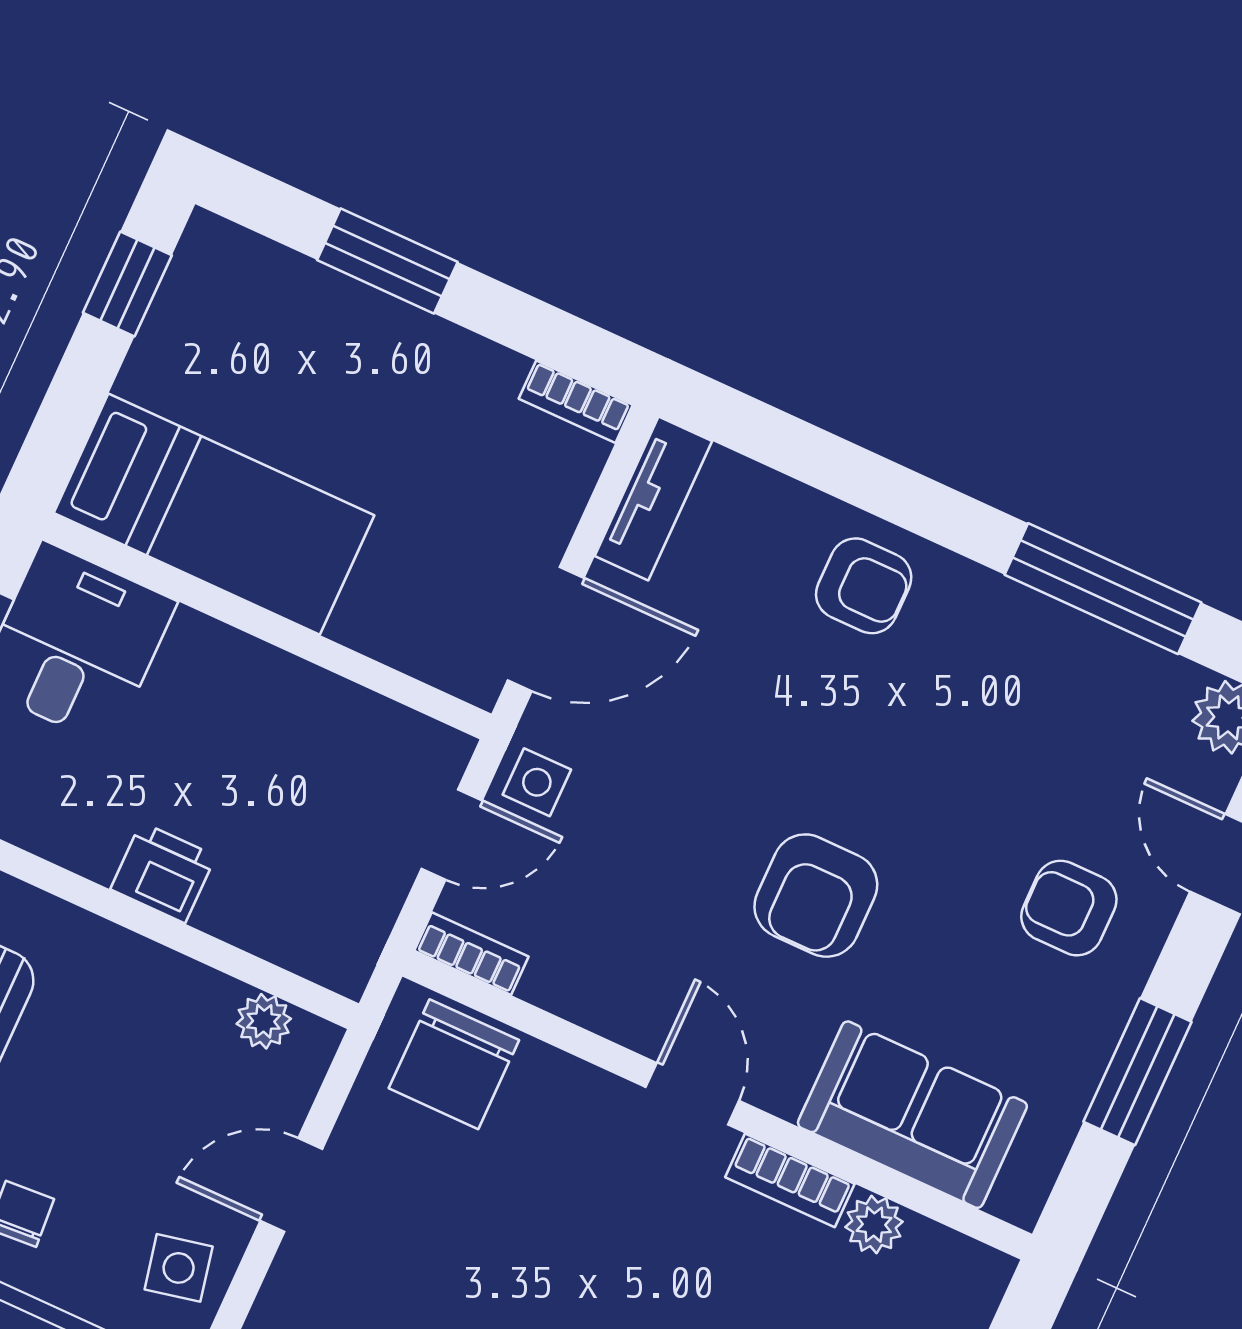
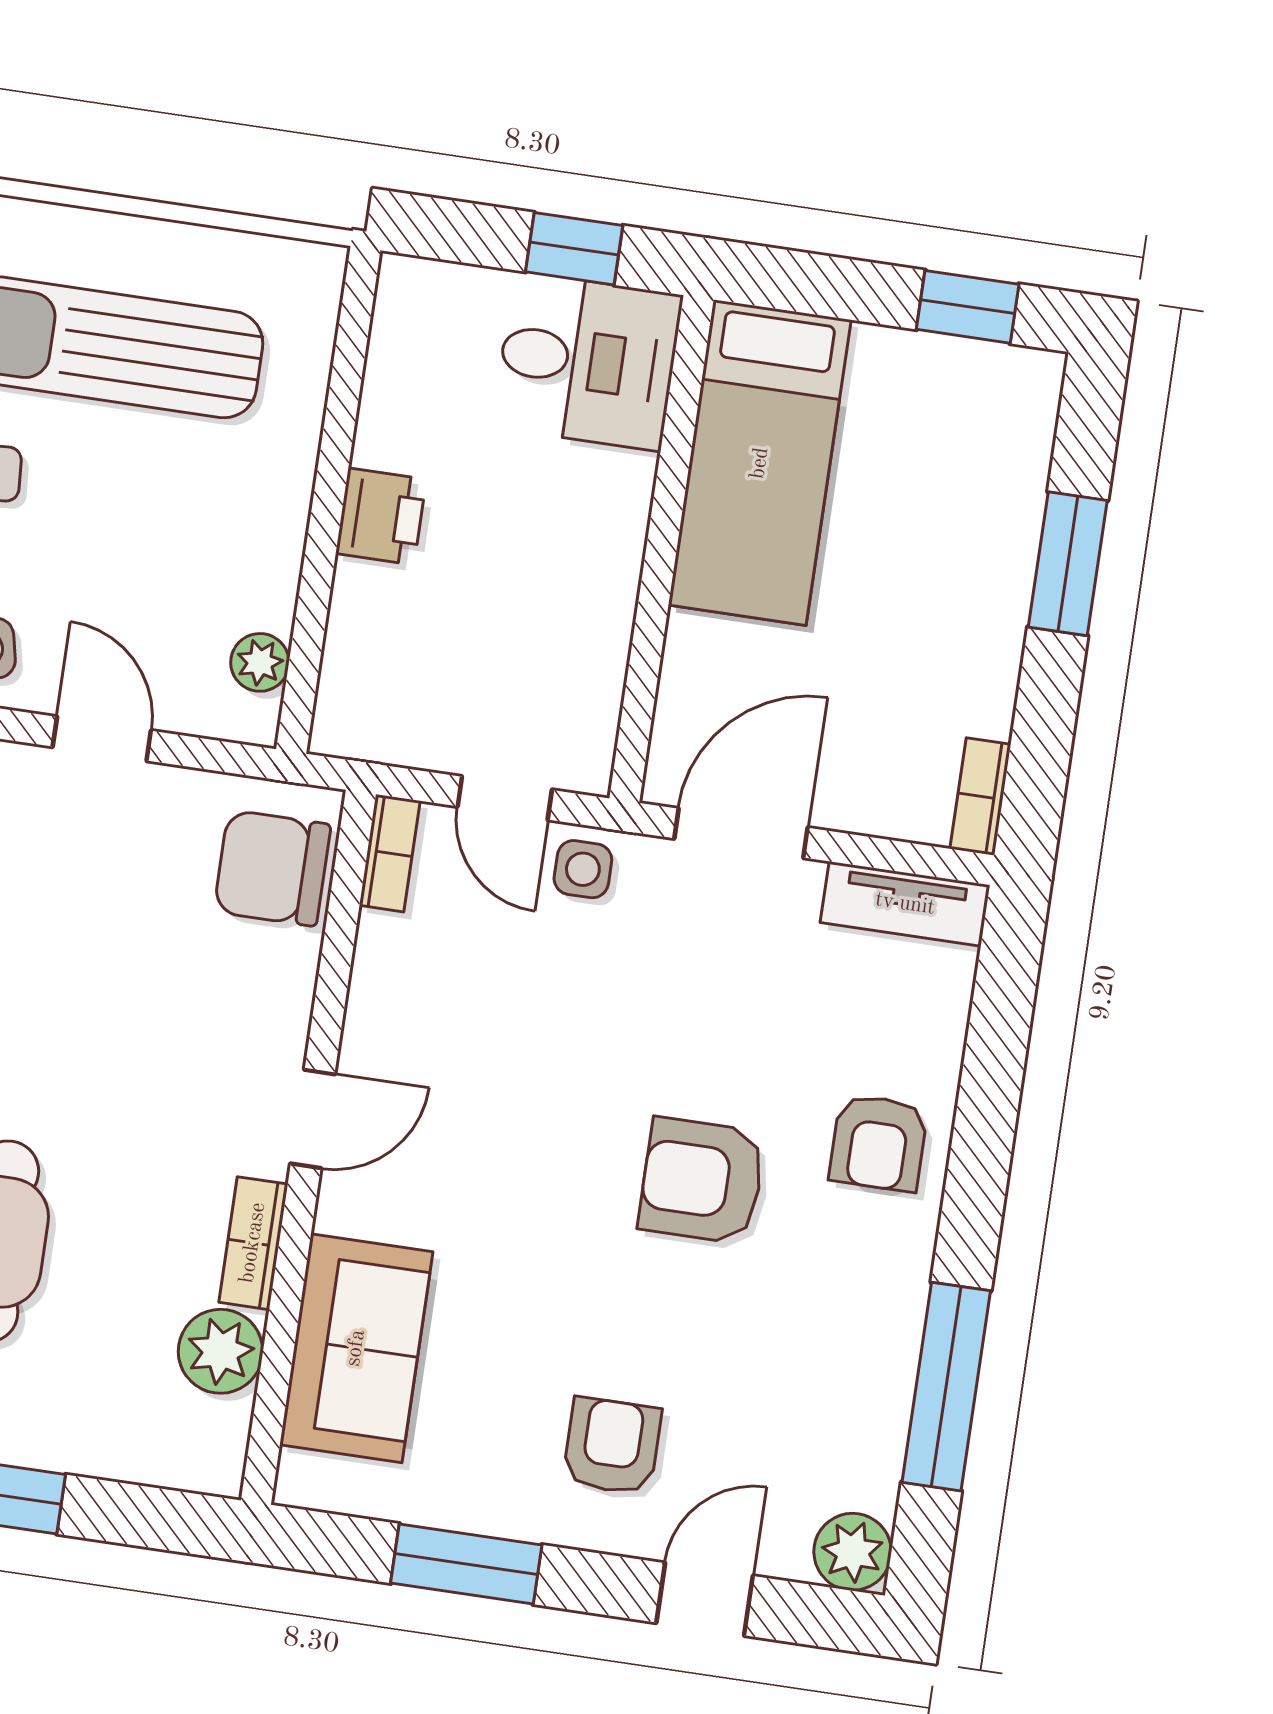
door: (546, 629) -> (741, 833), swing flipped
armchair: (816, 896) -> (702, 1181), moved
plant: (874, 1224) -> (221, 1351), width x1.38, depth x1.38

